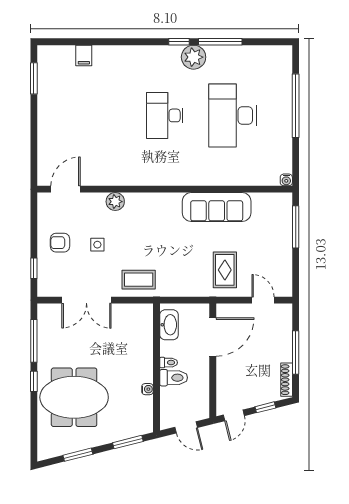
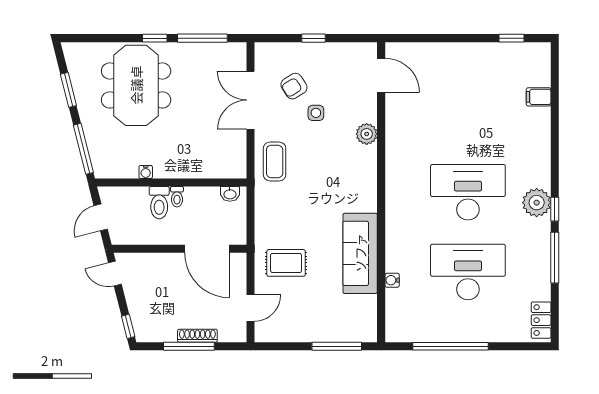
locker: (273, 53) -> (541, 320), added
plant: (194, 57) -> (537, 203), moved
window: (34, 78) -> (512, 38), width x0.67
window: (296, 106) -> (450, 346), moved
desk: (165, 115) -> (468, 192), width x1.36, depth x1.30
water cooler: (286, 180) -> (392, 280), moved
armchair: (60, 243) -> (294, 86), moved, turned -122
window: (34, 268) -> (313, 38), moved
washbasin: (169, 325) -> (230, 194), width x0.52, depth x0.69
shoe rack: (287, 380) -> (197, 336), moved
window: (265, 407) -> (128, 326), moved
window: (128, 442) -> (83, 149), width x1.44

